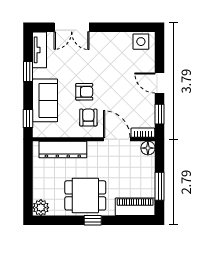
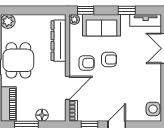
armchair: (84, 92) -> (109, 59), turned -90
plant: (39, 132) -> (74, 19), added
floor lamp: (148, 148) -> (42, 115), moved

